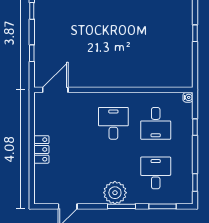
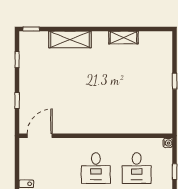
desk: (113, 123) -> (96, 168), turned 180

